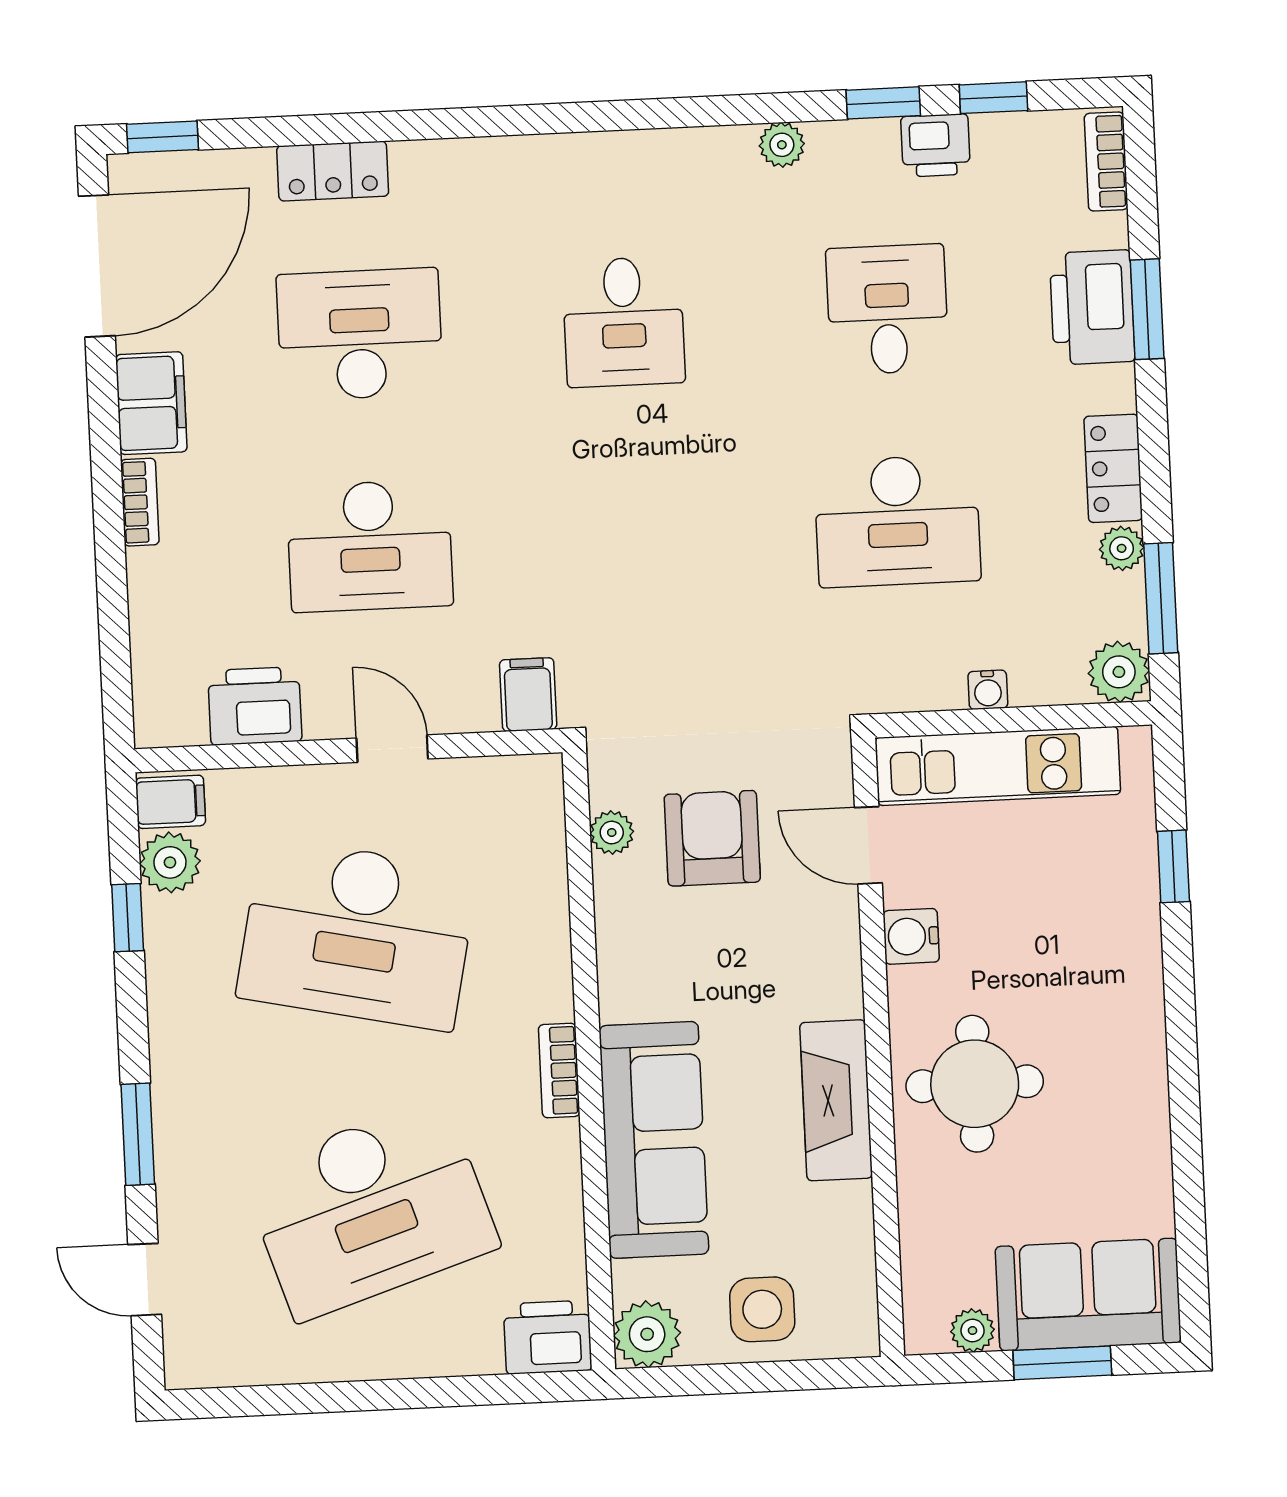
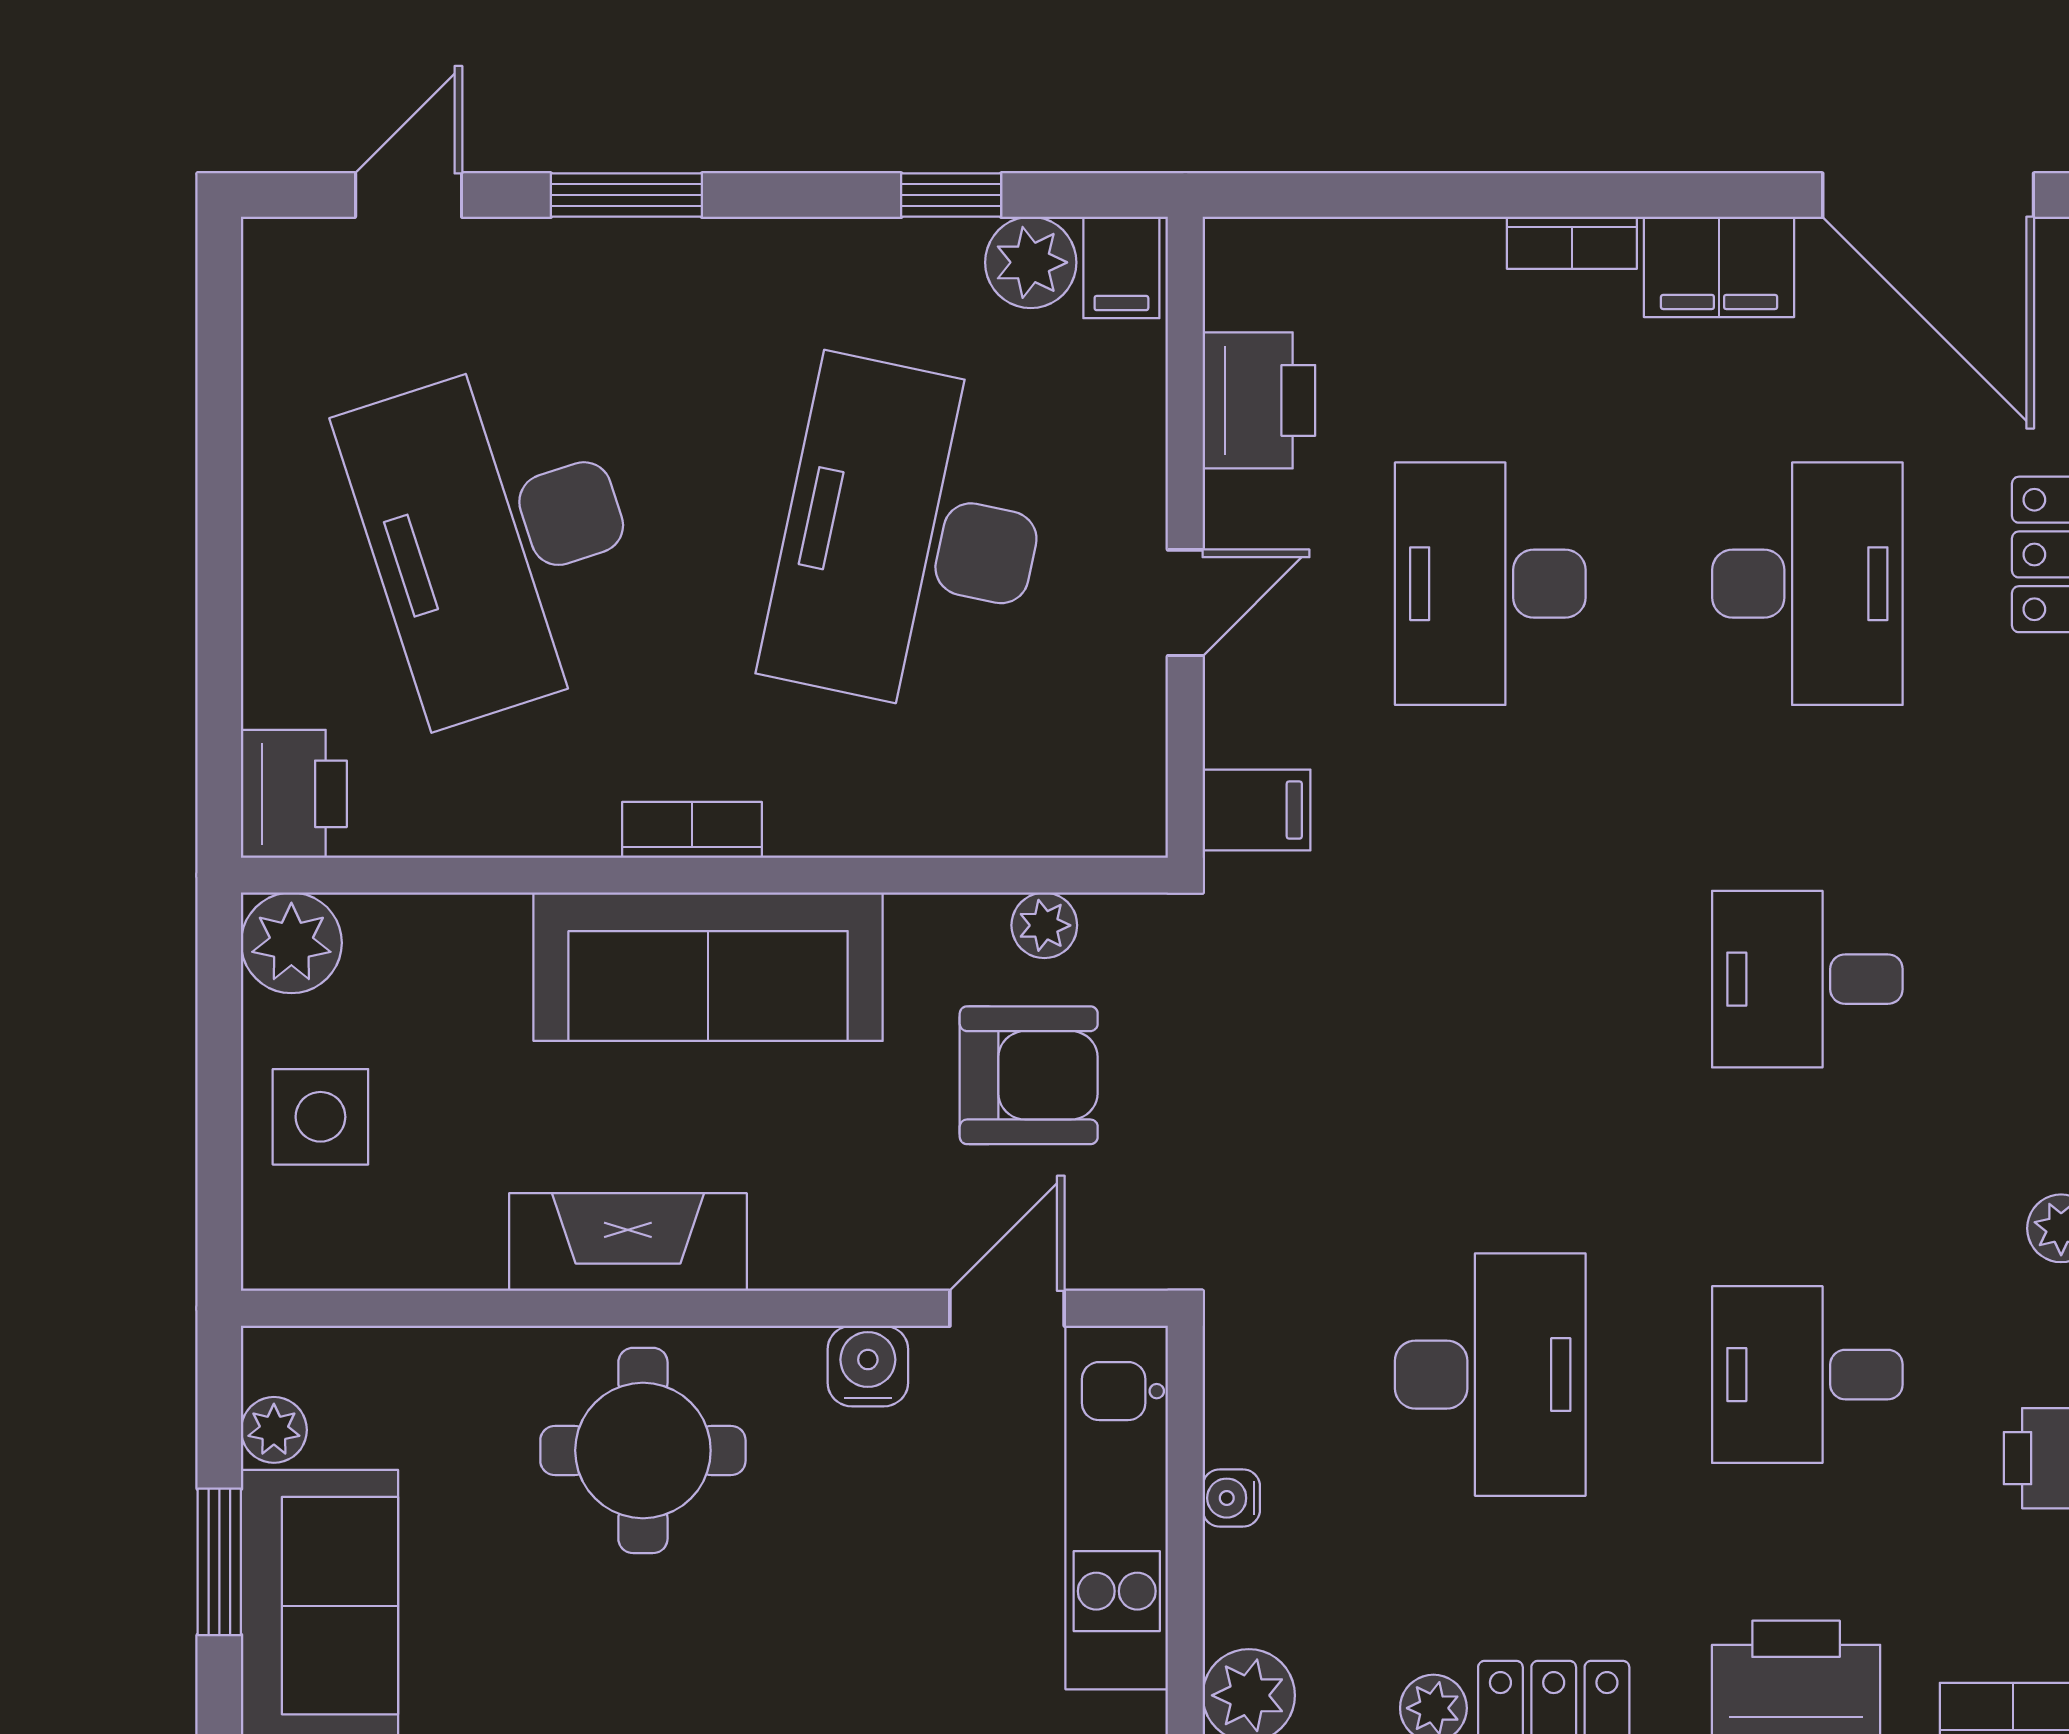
desk: (887, 309) -> (1807, 1375), turned 180
desk: (897, 521) -> (1490, 1375), turned 180
sofa: (654, 1140) -> (708, 967), moved

